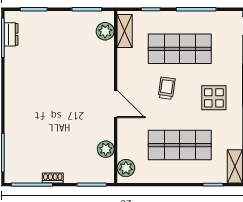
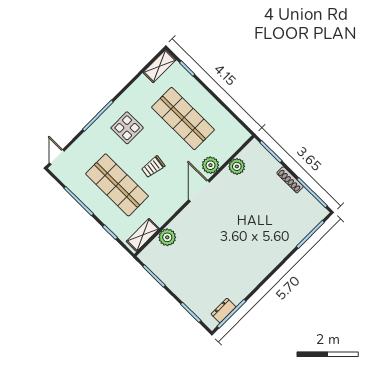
plant: (105, 31) -> (167, 237), moved
plant: (126, 168) -> (210, 165), moved
shoe rack: (53, 178) -> (290, 180), width x1.43

